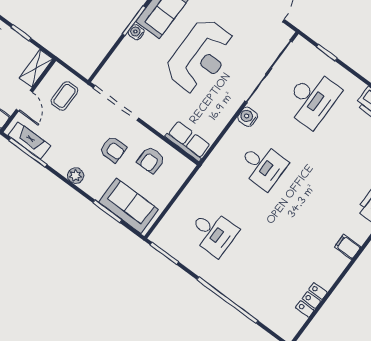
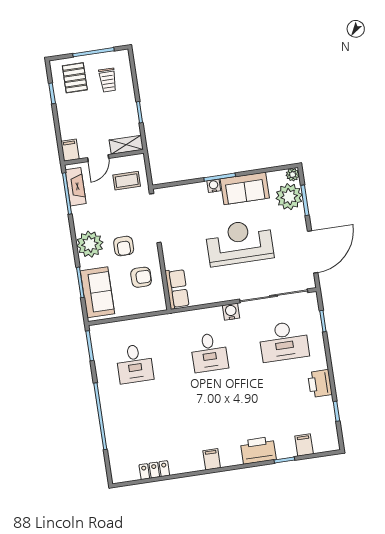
reception desk: (200, 56) -> (239, 242), turned 180
armchair: (151, 160) -> (141, 277), turned 180
plant: (76, 176) -> (90, 244), width x1.88, depth x1.88

